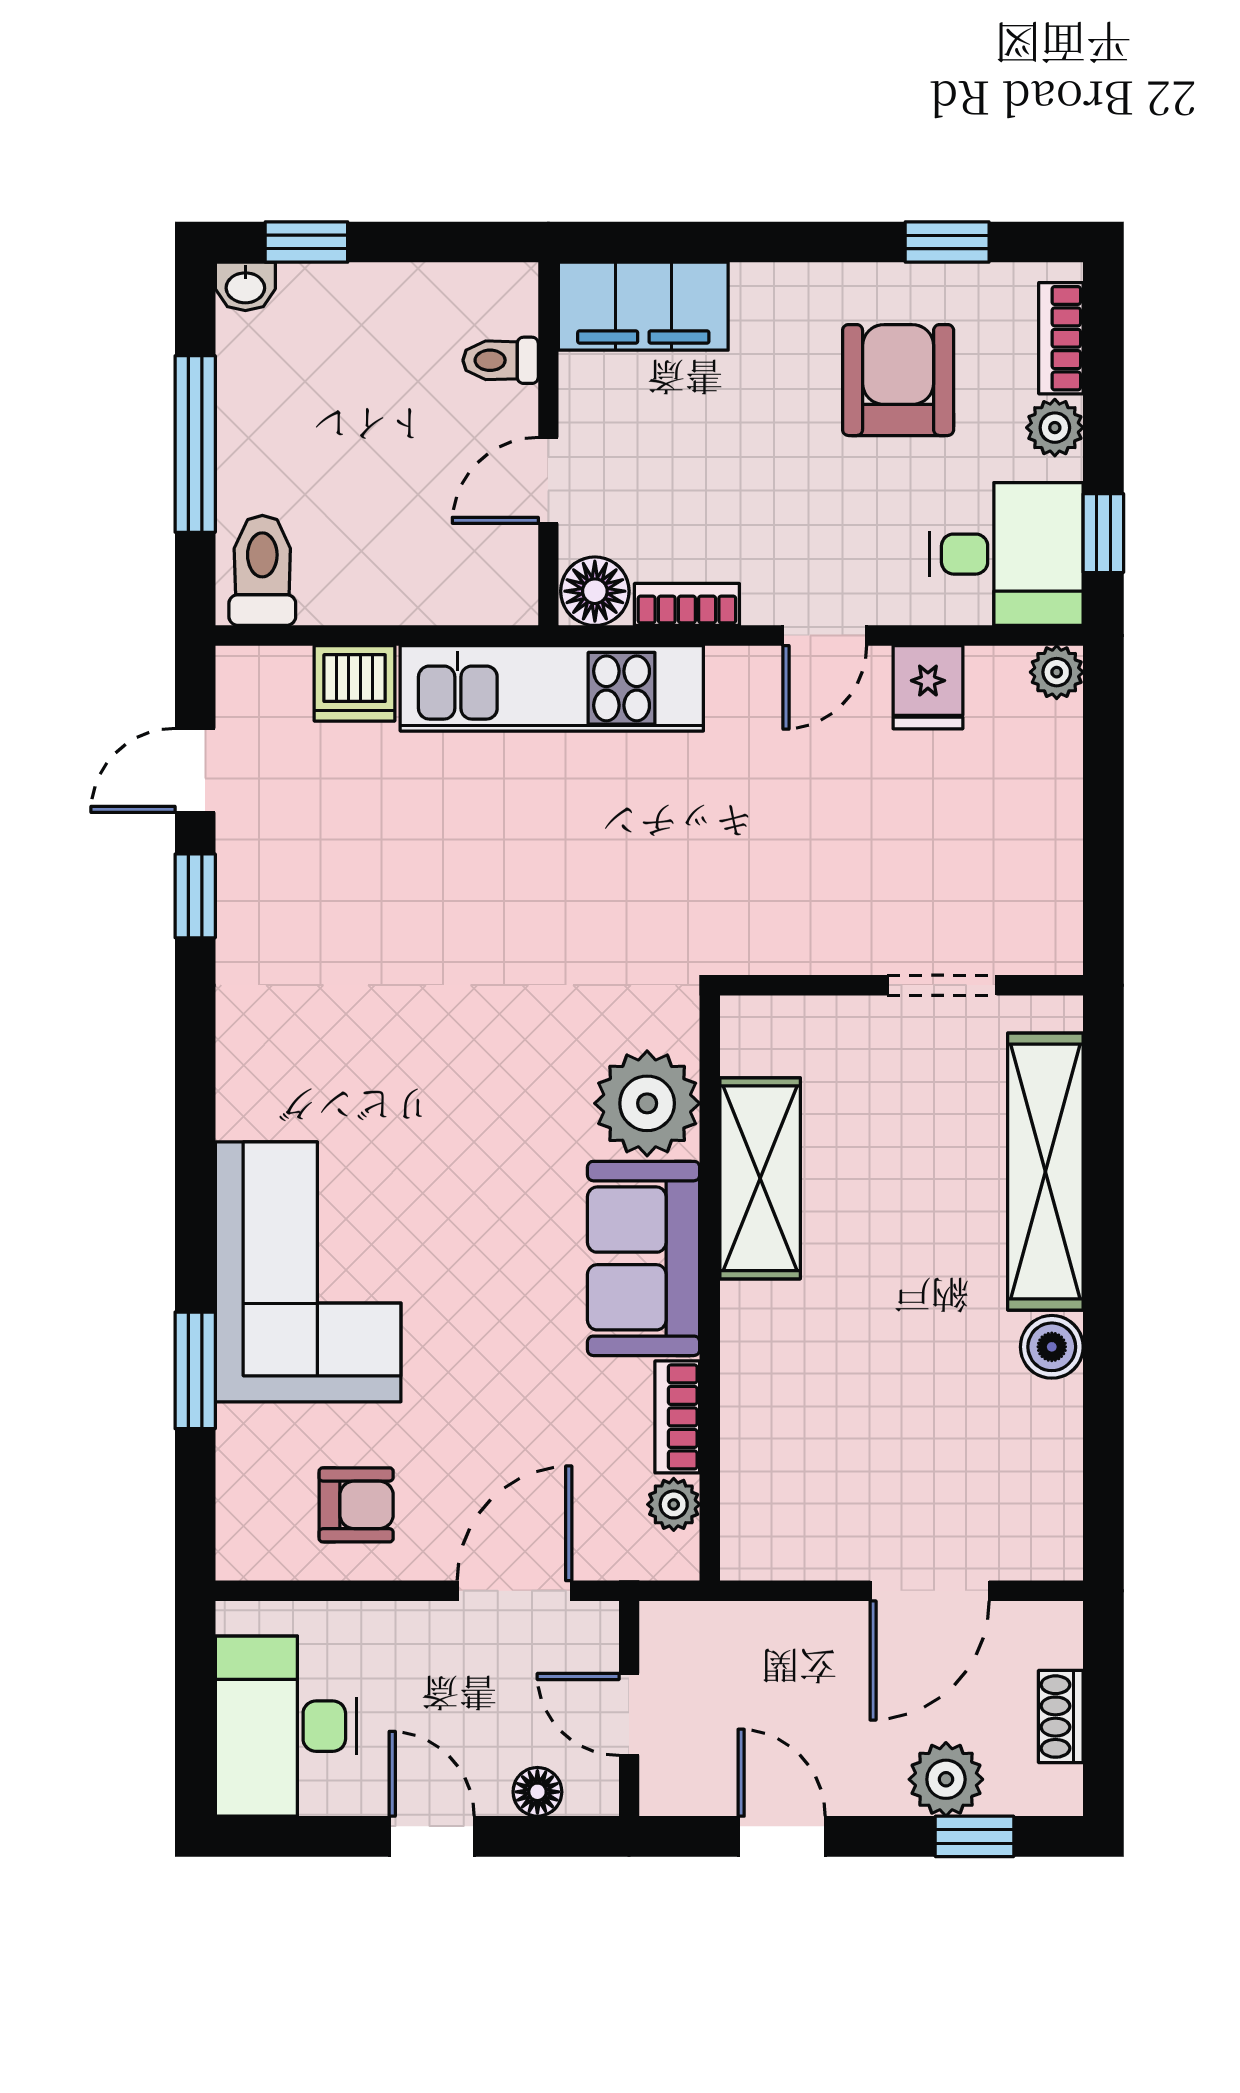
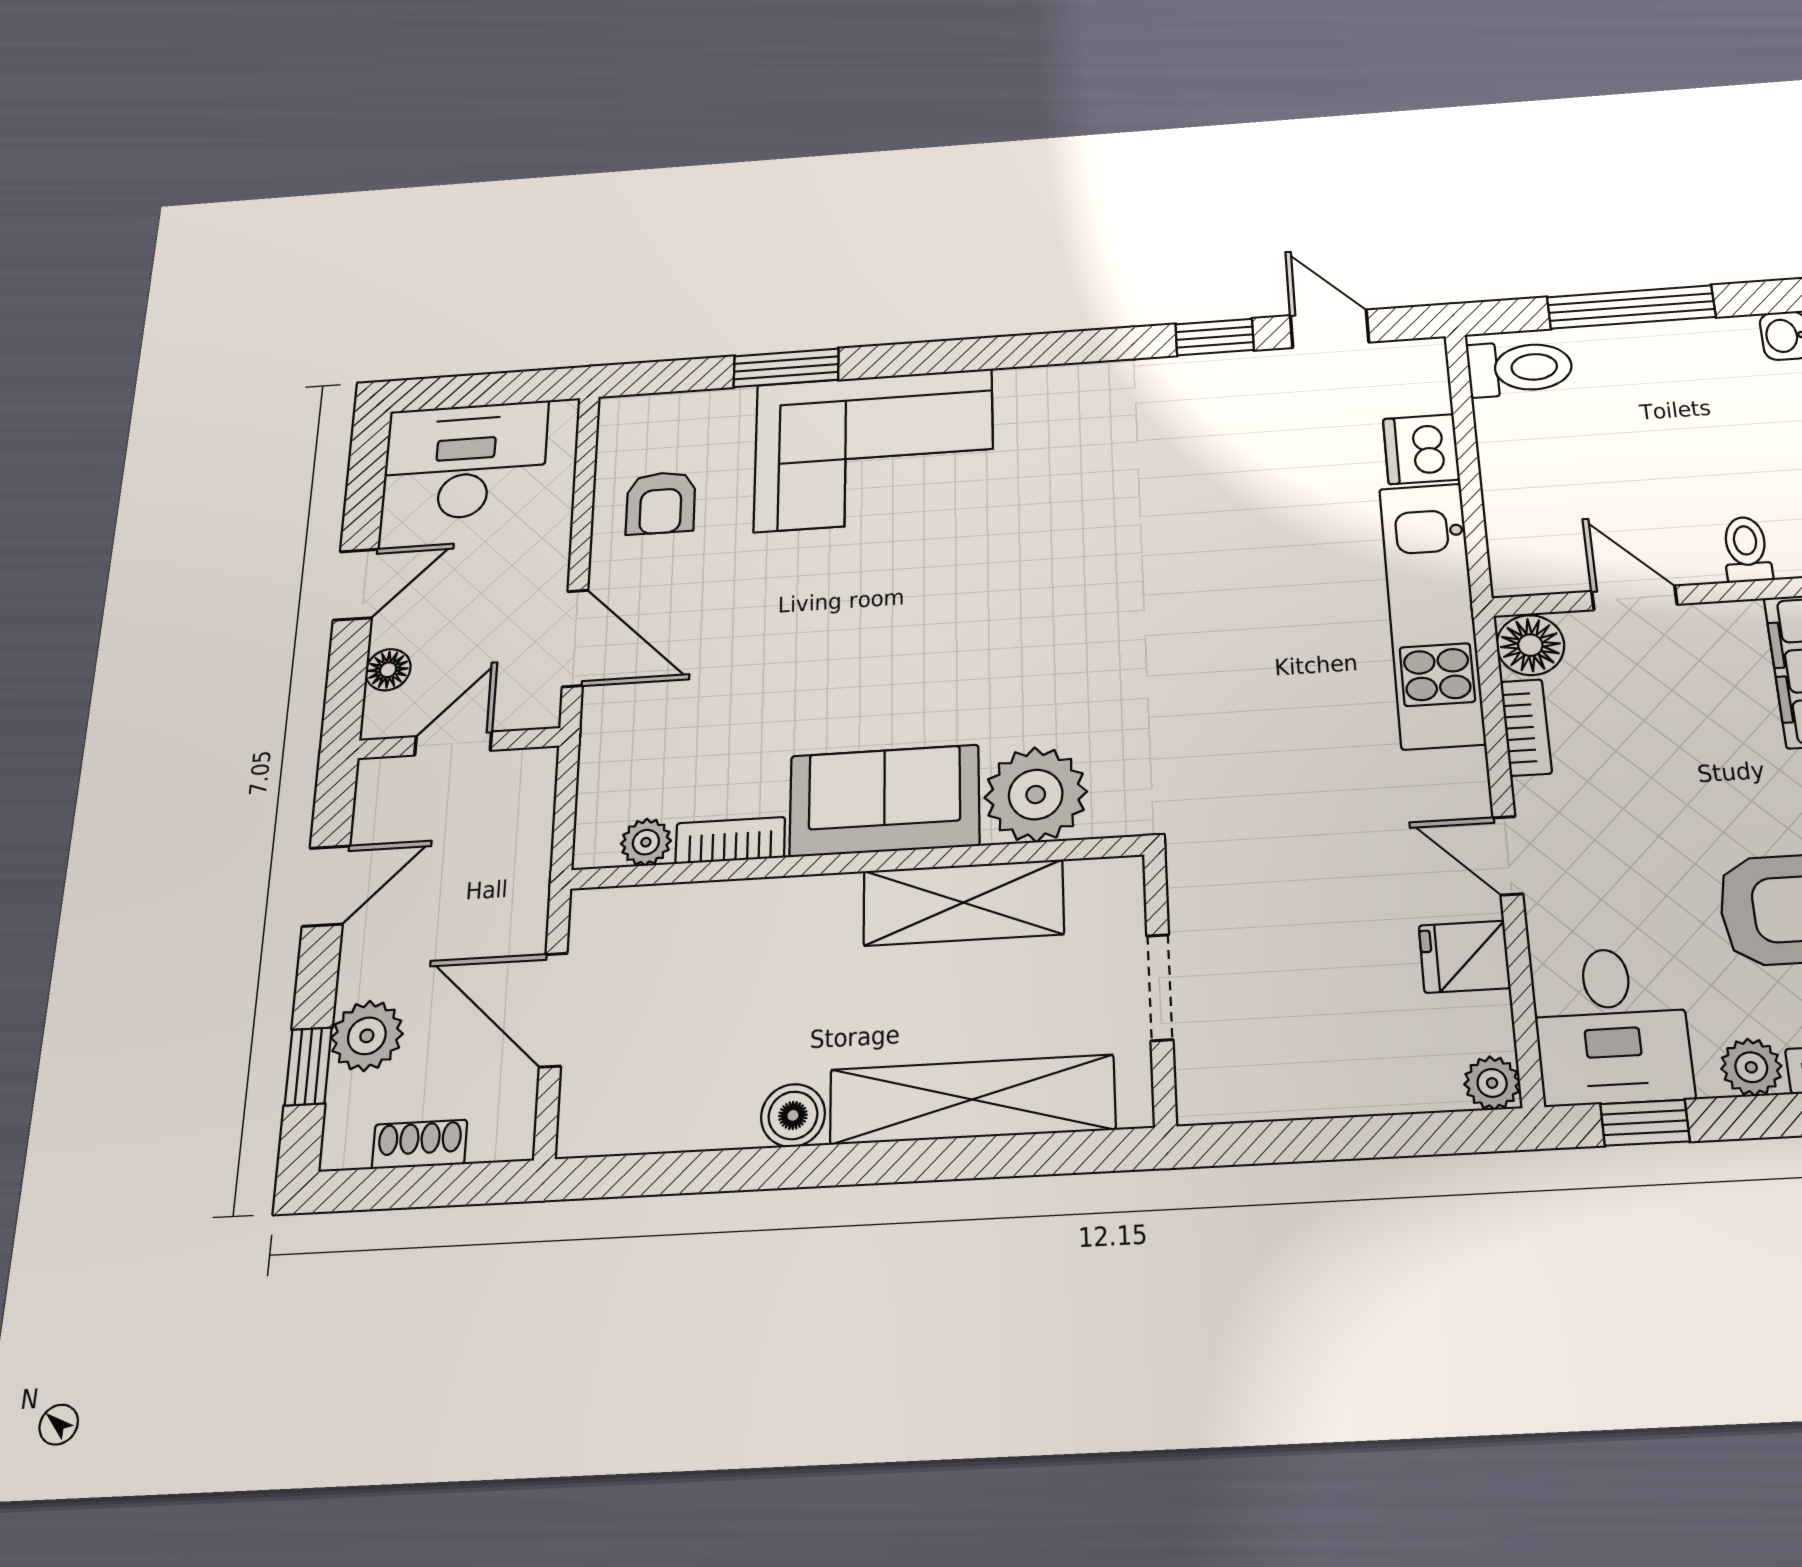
plant: (647, 1103) -> (1036, 795), moved
shelving: (760, 1178) -> (963, 903), moved
sofa: (644, 1258) -> (884, 801), moved
wall: (710, 1288) -> (855, 862), moved
bookcase: (677, 1417) -> (730, 840), moved
plant: (674, 1504) -> (646, 842), moved

